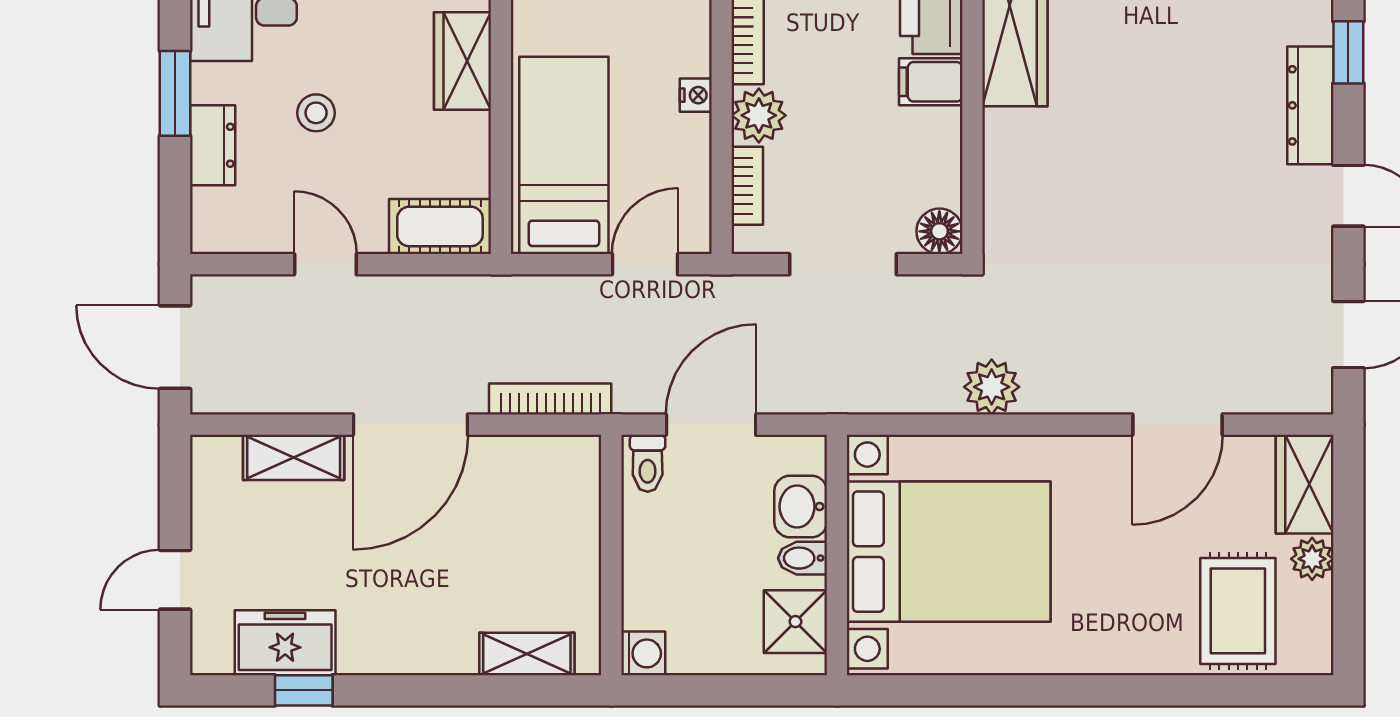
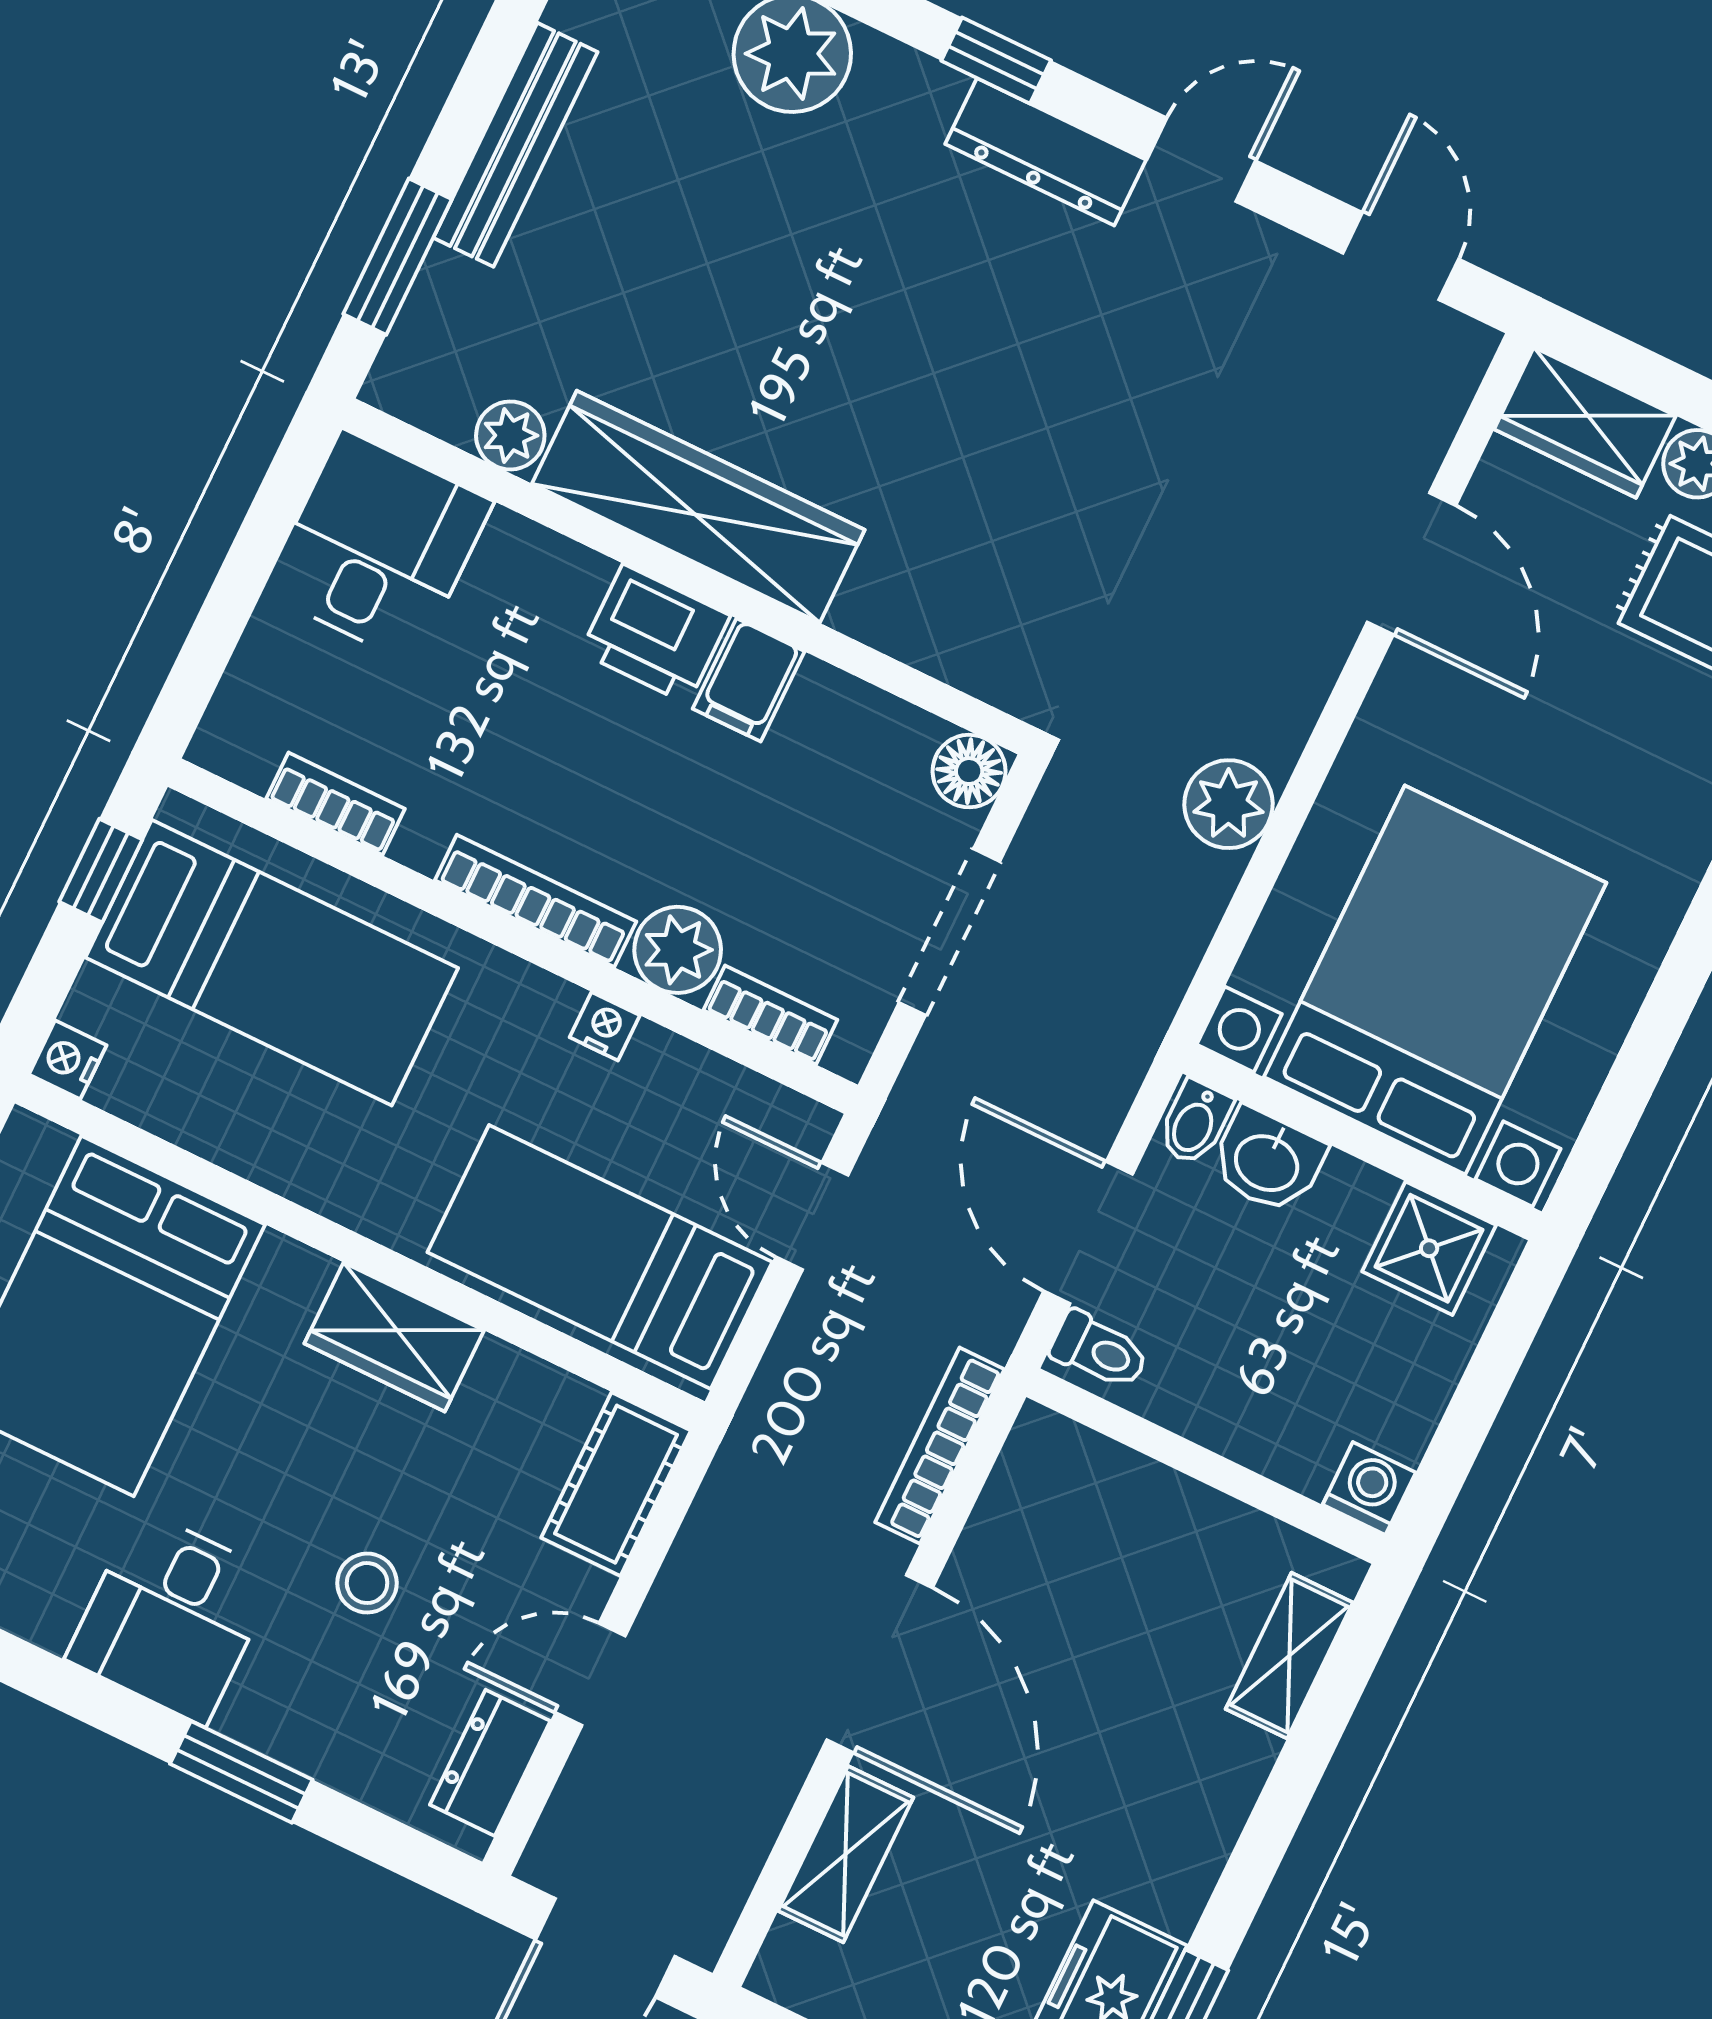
dresser: (213, 145) -> (490, 1763), moved, turned -90
bidet: (803, 558) -> (1195, 1122), moved

